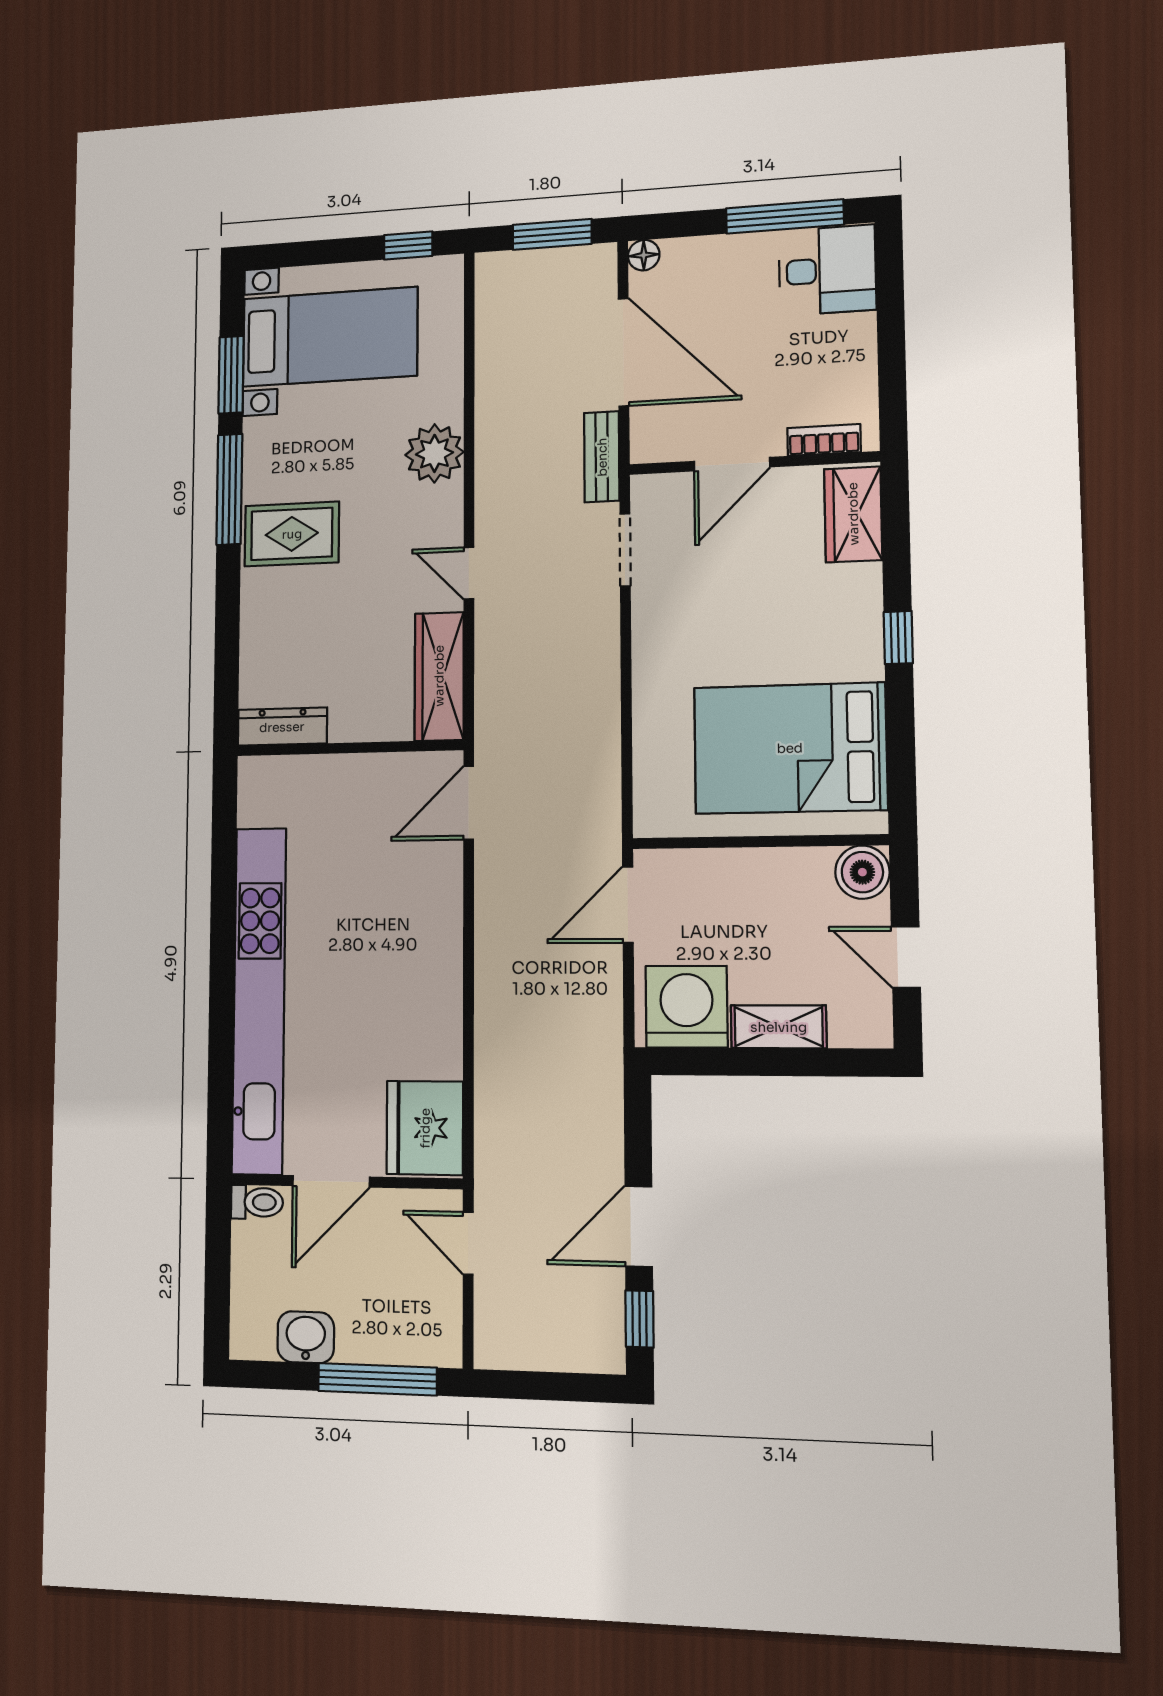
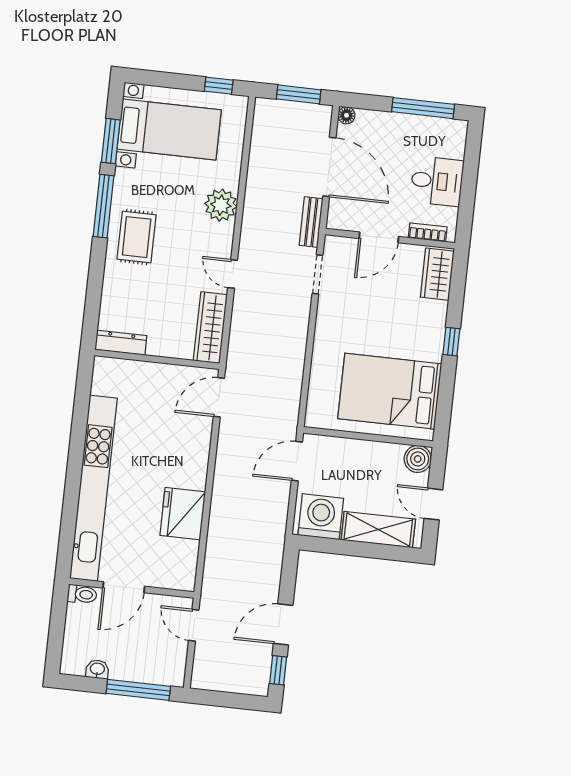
desk: (827, 270) -> (437, 181), moved
rug: (292, 534) -> (137, 237), turned 90
shelving: (779, 1027) -> (378, 530), width x1.50, depth x1.33
fridge: (425, 1128) -> (183, 514), moved
washbasin: (306, 1337) -> (97, 669), width x0.72, depth x0.69

